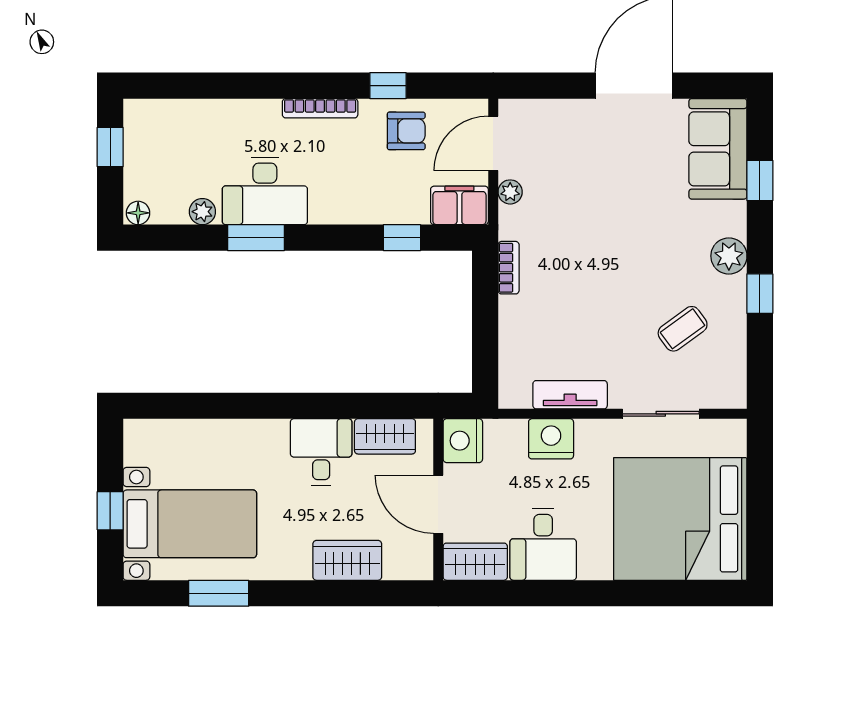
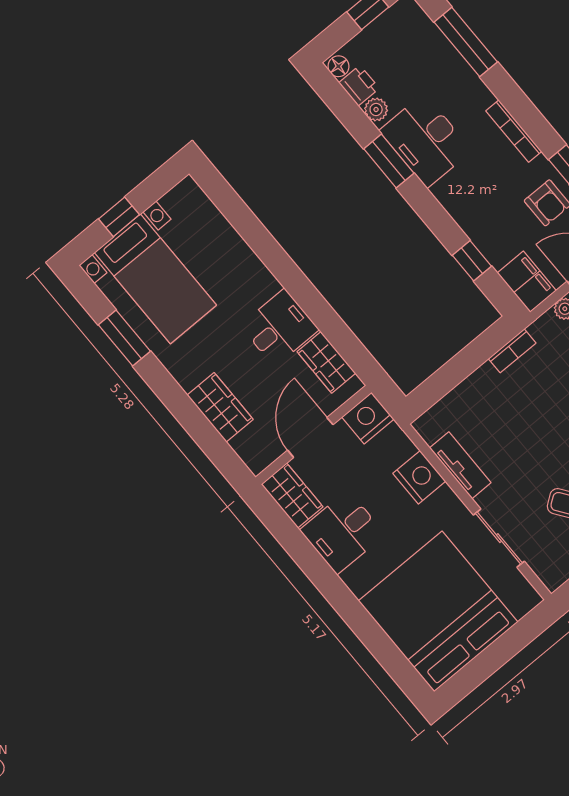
window: (209, 86) -> (466, 42), added
printer: (170, 209) -> (359, 86), added

